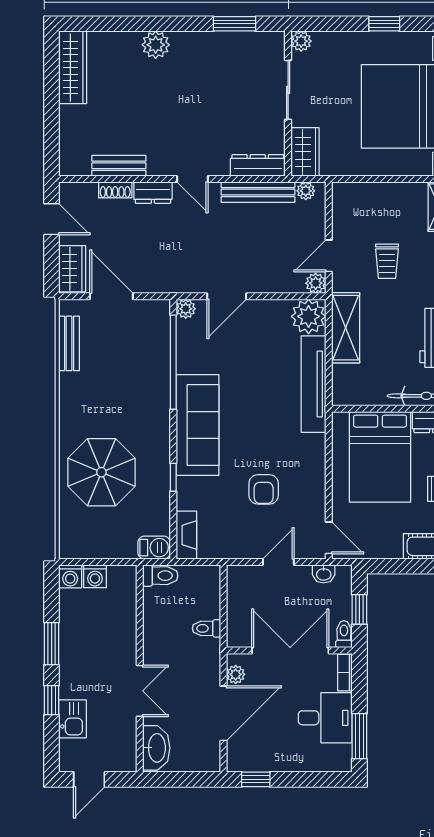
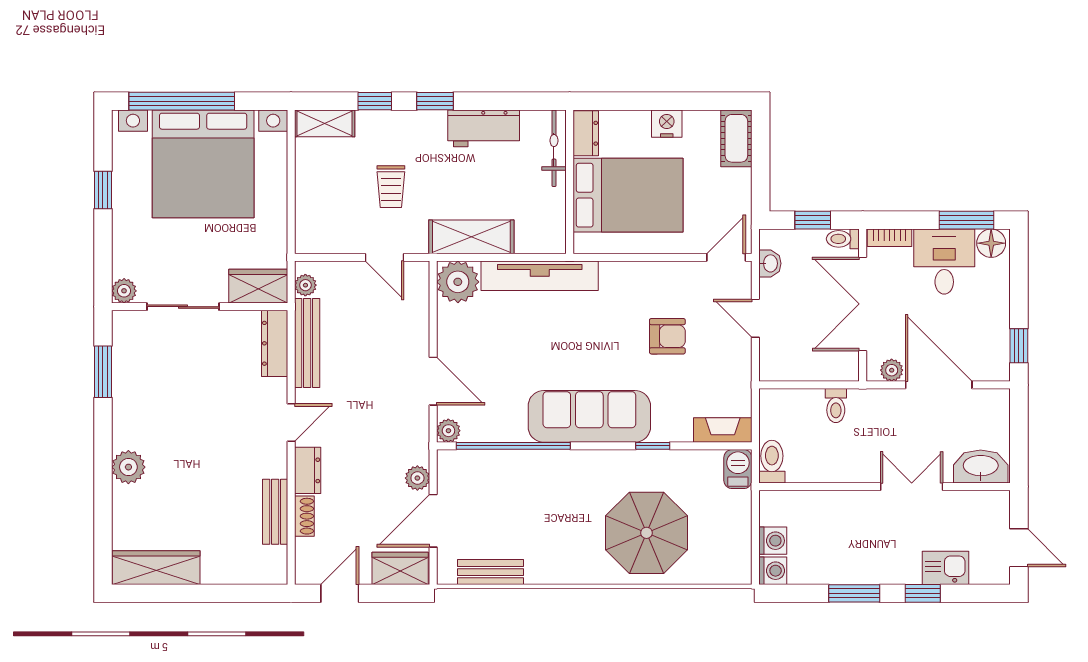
trolley: (387, 261) -> (391, 187), turned 90
plant: (316, 283) -> (417, 478), moved
floor lamp: (340, 757) -> (991, 243), added

